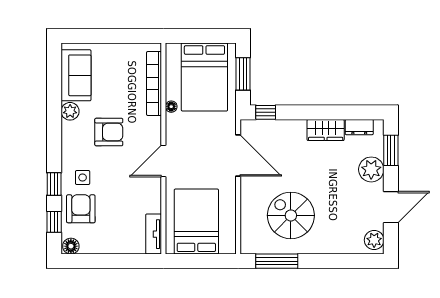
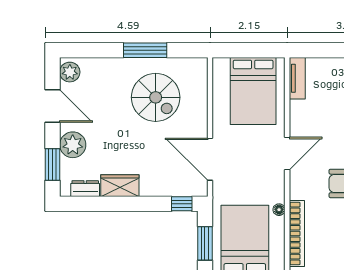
door: (391, 207) -> (53, 106), swing flipped
window: (277, 261) -> (145, 50), moved

